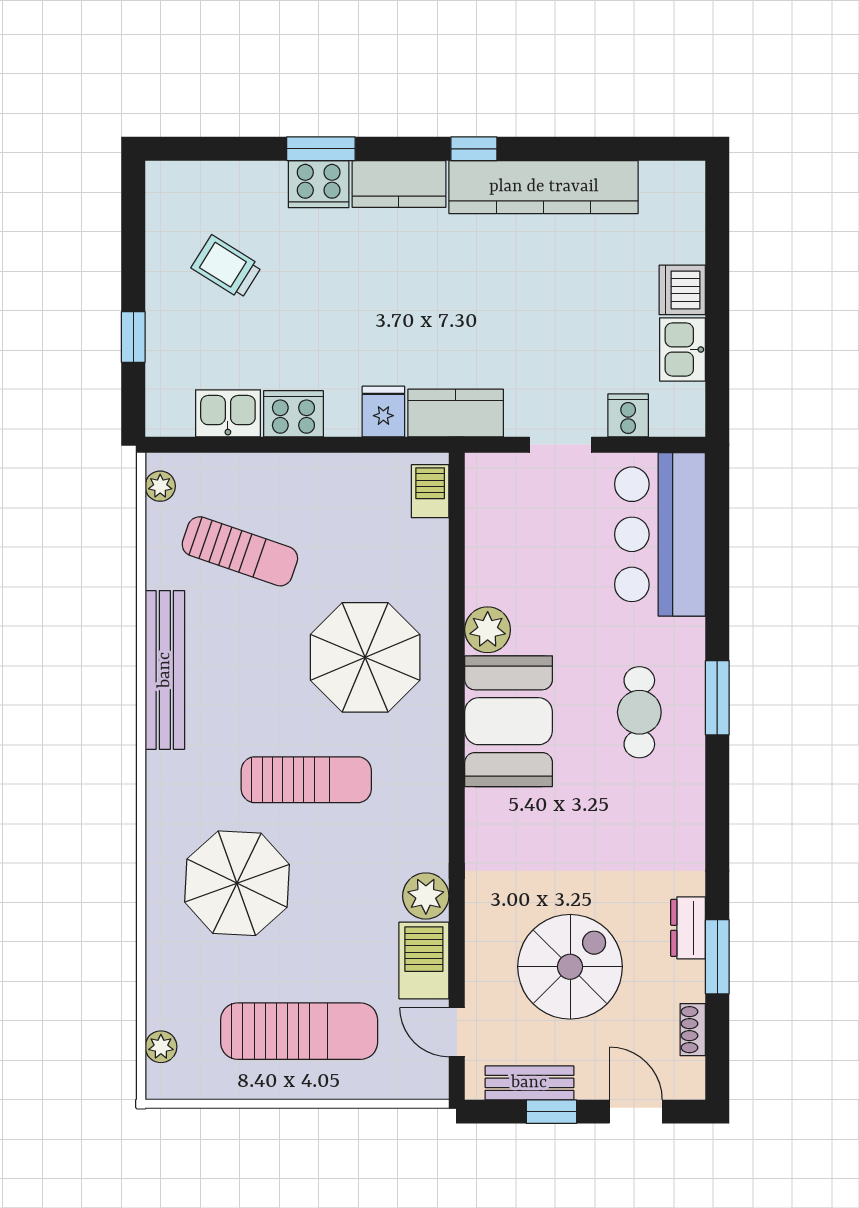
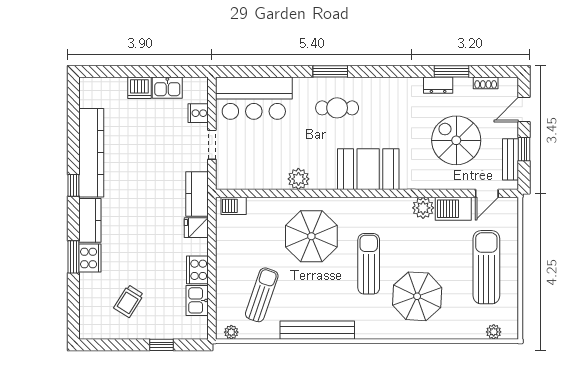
booth: (509, 721) -> (368, 169), moved

